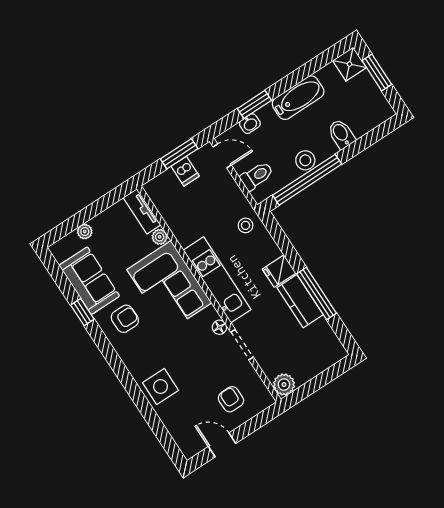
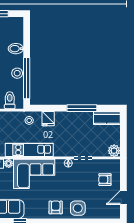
fridge: (279, 271) -> (48, 119), moved
kitchen unit: (217, 280) -> (29, 150), moved
kitchen counter: (300, 301) -> (107, 118), moved
armchair: (125, 319) -> (56, 207), moved

